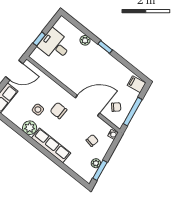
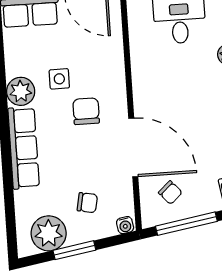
plant: (96, 163) -> (49, 233), width x1.88, depth x1.88
window: (100, 170) -> (74, 250), moved

